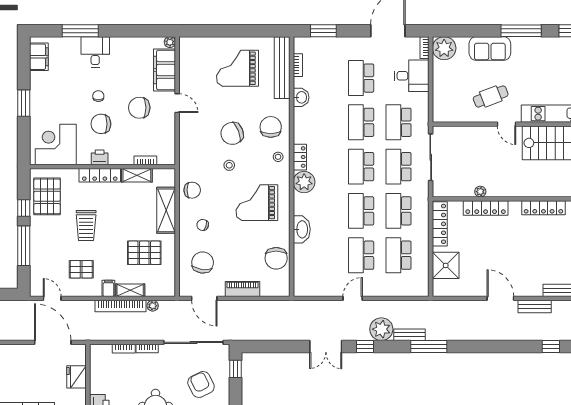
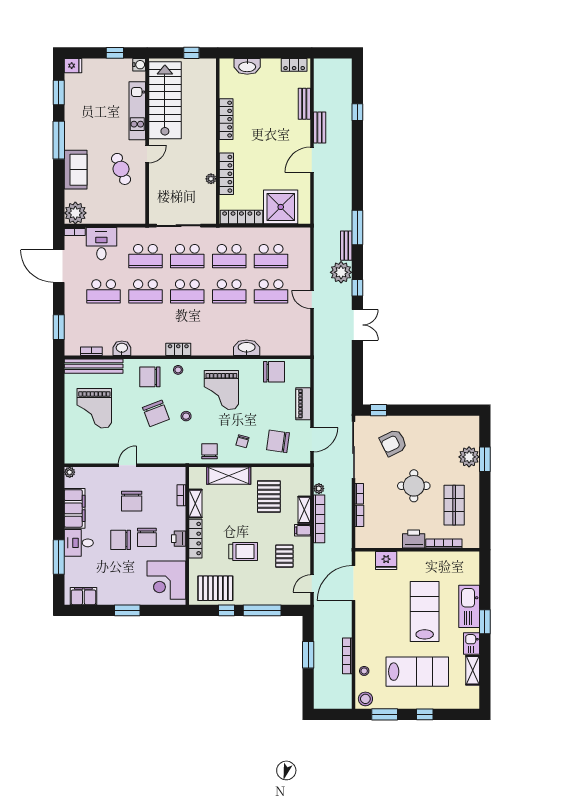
filing cabinet: (165, 70) -> (75, 508), moved, turned -90
chair: (98, 96) -> (121, 540), width x1.87, depth x1.87
plant: (304, 182) -> (202, 345), removed
shower: (446, 265) -> (281, 207), width x1.37, depth x1.37

